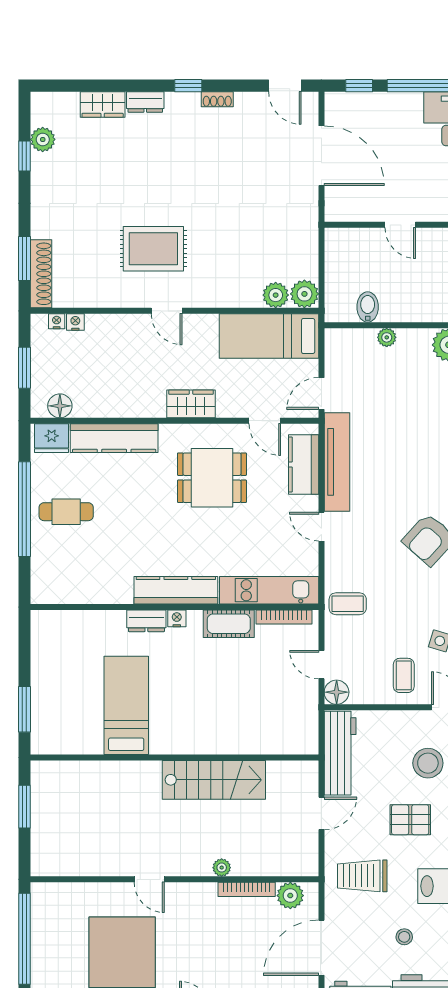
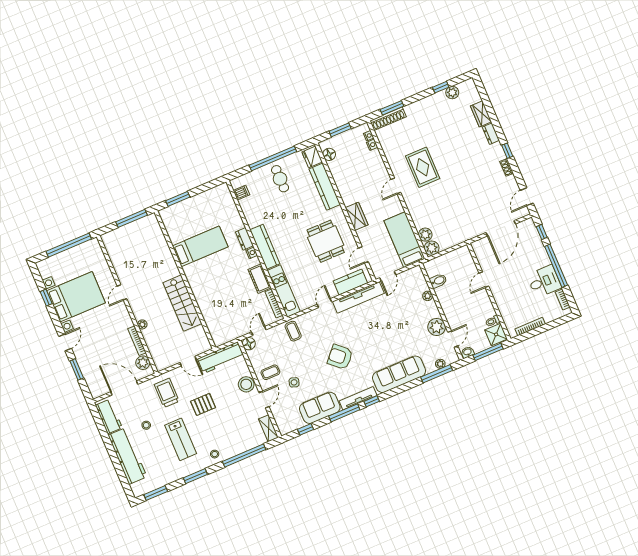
door: (321, 394) -> (388, 276), swing flipped
dishwasher: (62, 591) -> (241, 193), added
stool: (428, 763) -> (246, 384), moved
window: (24, 807) -> (131, 218), width x1.44
pallet: (410, 820) -> (203, 404), turned 90

